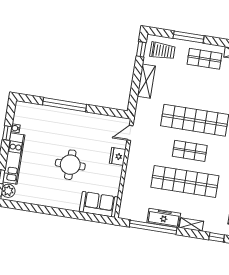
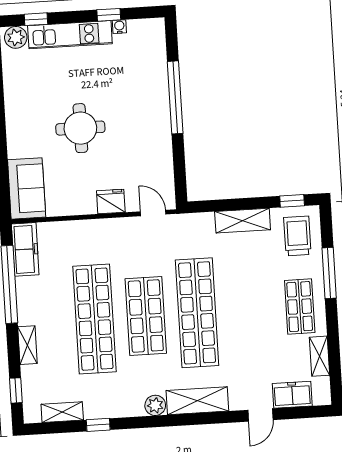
trolley: (162, 51) -> (297, 236), turned 180
shop shelf: (190, 151) -> (146, 316), width x1.43, depth x1.36
freezer: (164, 218) -> (25, 249), moved

